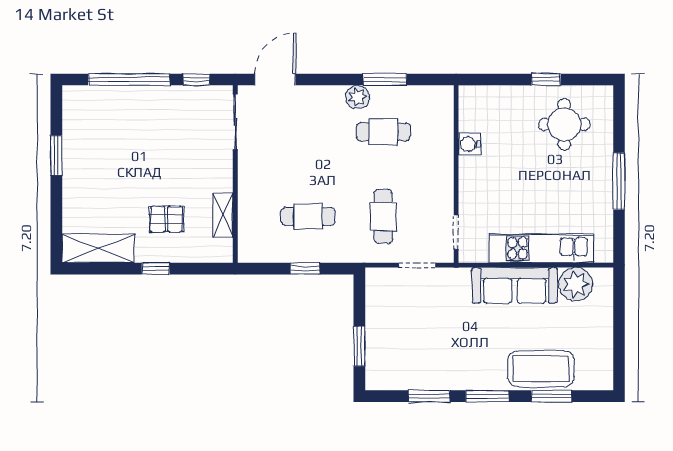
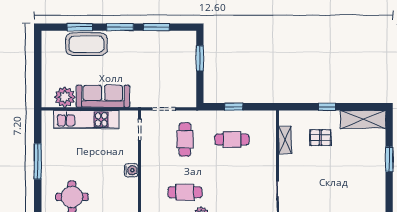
water cooler: (469, 144) -> (131, 170), moved
window: (56, 155) -> (389, 159), moved

